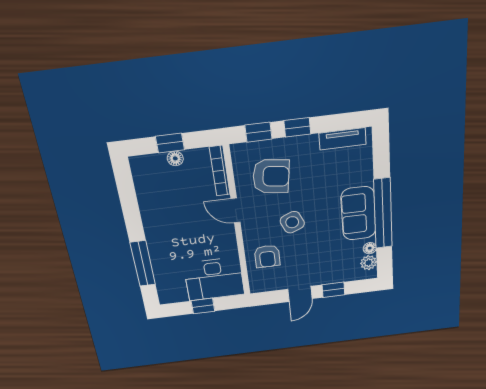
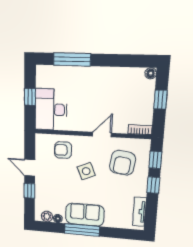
floor lamp: (175, 158) -> (151, 73), moved
bookcase: (220, 171) -> (140, 130), width x0.64
window: (383, 214) -> (82, 230), width x0.68

